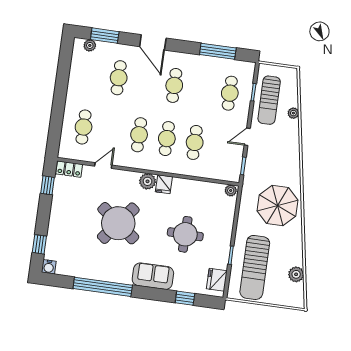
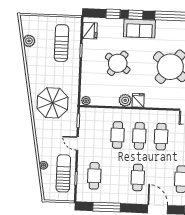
door: (247, 137) -> (77, 143), swing flipped
plant: (148, 181) -> (125, 100), moved
parasol: (277, 205) -> (53, 103), moved
round table: (185, 234) -> (118, 63), turned 34
sun lounger: (255, 267) -> (61, 43), width x0.73, depth x0.75
window: (156, 294) -> (136, 15), added

